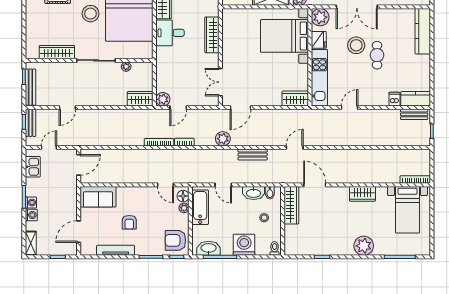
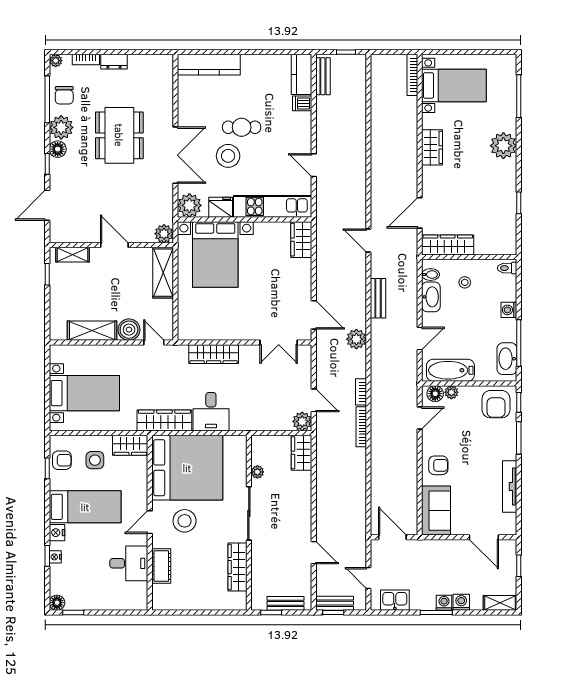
bench: (30, 87) -> (286, 603), width x0.73
armchair: (129, 222) -> (438, 465), moved
washing machine: (244, 245) -> (509, 310), width x0.53, depth x0.53

